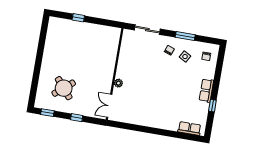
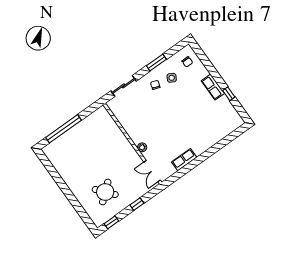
window: (78, 18) -> (63, 129), width x3.17
row of seats: (190, 128) -> (184, 160), moved

